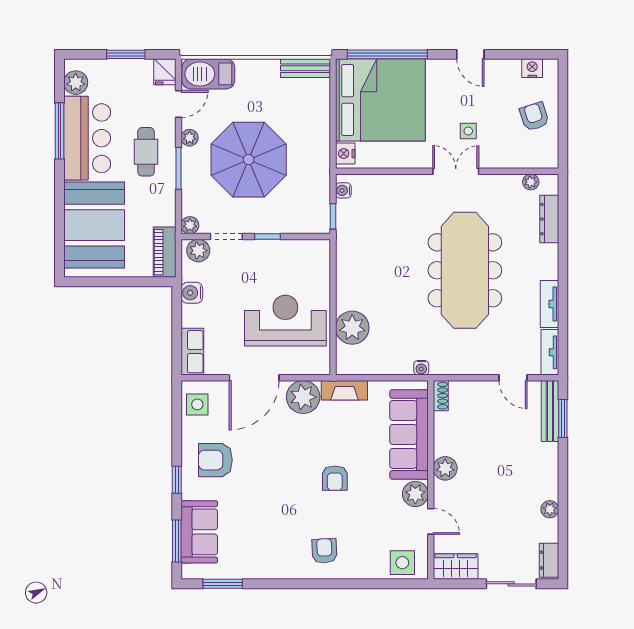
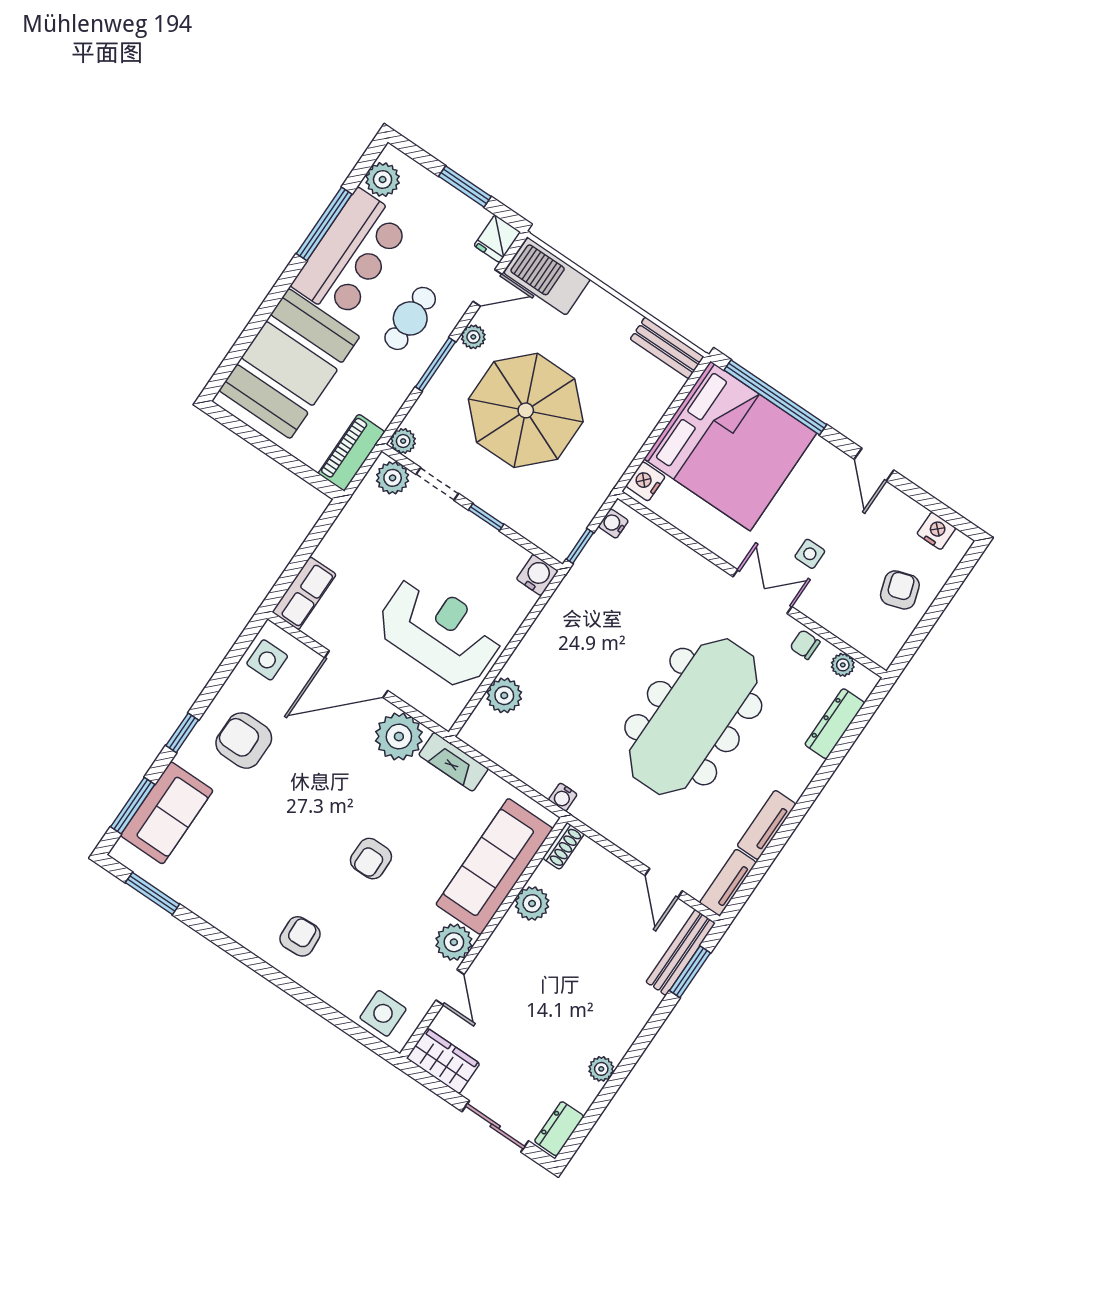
chair: (501, 185) -> (805, 645), added
water cooler: (192, 293) -> (537, 575), moved, turned 90
plant: (352, 328) -> (504, 695), width x0.73, depth x0.73
plant: (445, 468) -> (532, 903), moved

